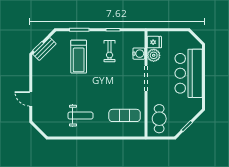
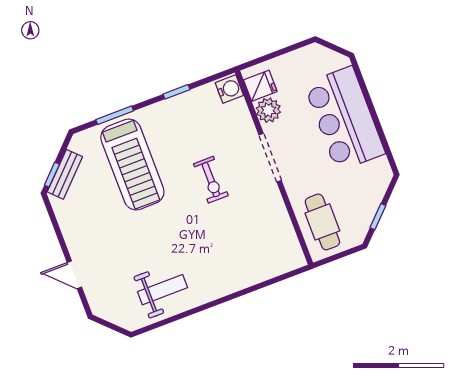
exercise bike: (110, 51) -> (211, 180), moved
water cooler: (139, 54) -> (229, 89), moved
treadmill: (79, 57) -> (132, 165), width x1.37, depth x1.38
exercise mat: (125, 115) -> (257, 240), removed
weight bench: (80, 116) -> (162, 290), moved

